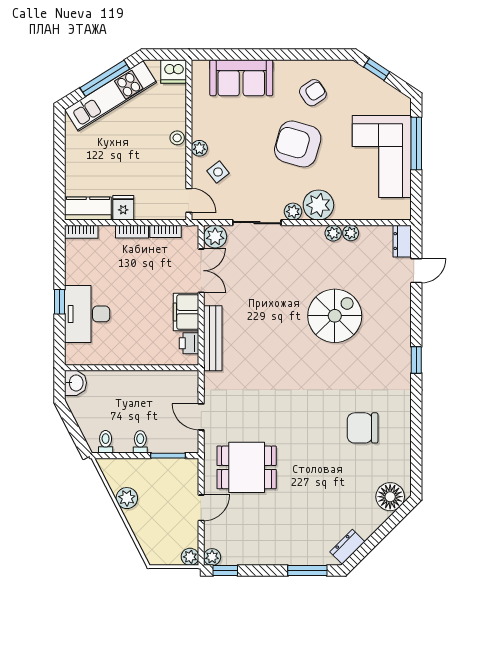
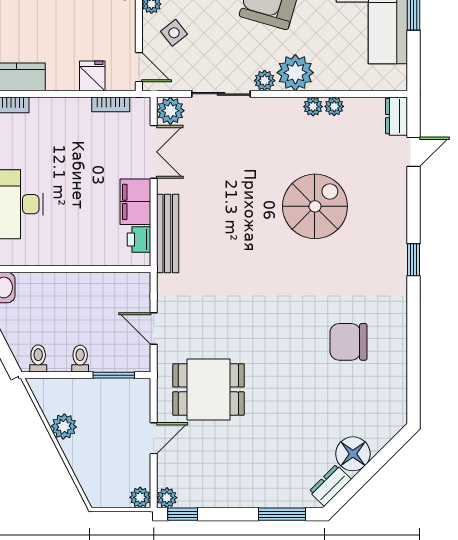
fridge: (123, 208) -> (92, 76), moved
bookcase: (132, 232) -> (70, 105), removed
floor lamp: (390, 497) -> (353, 454), moved

